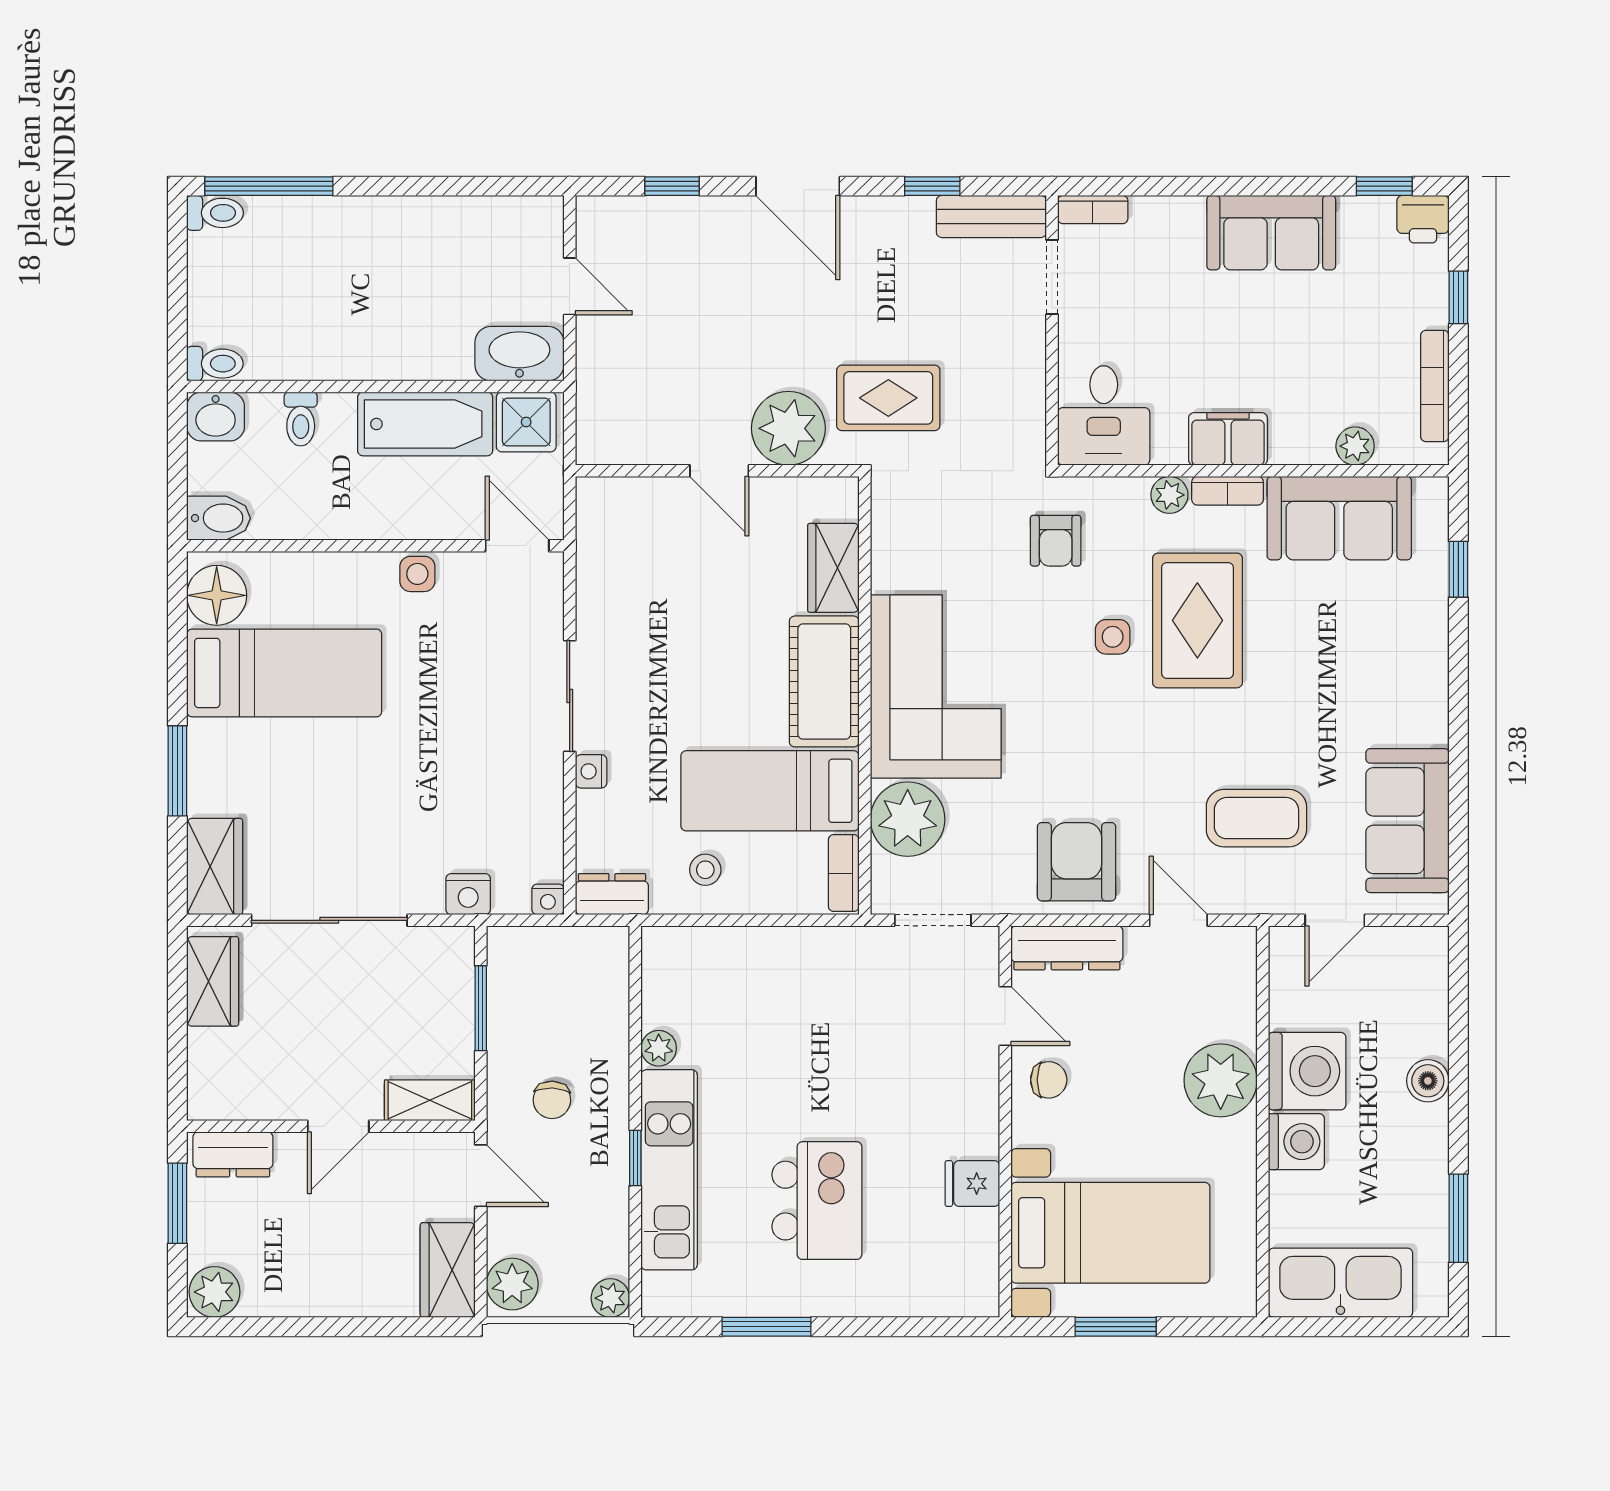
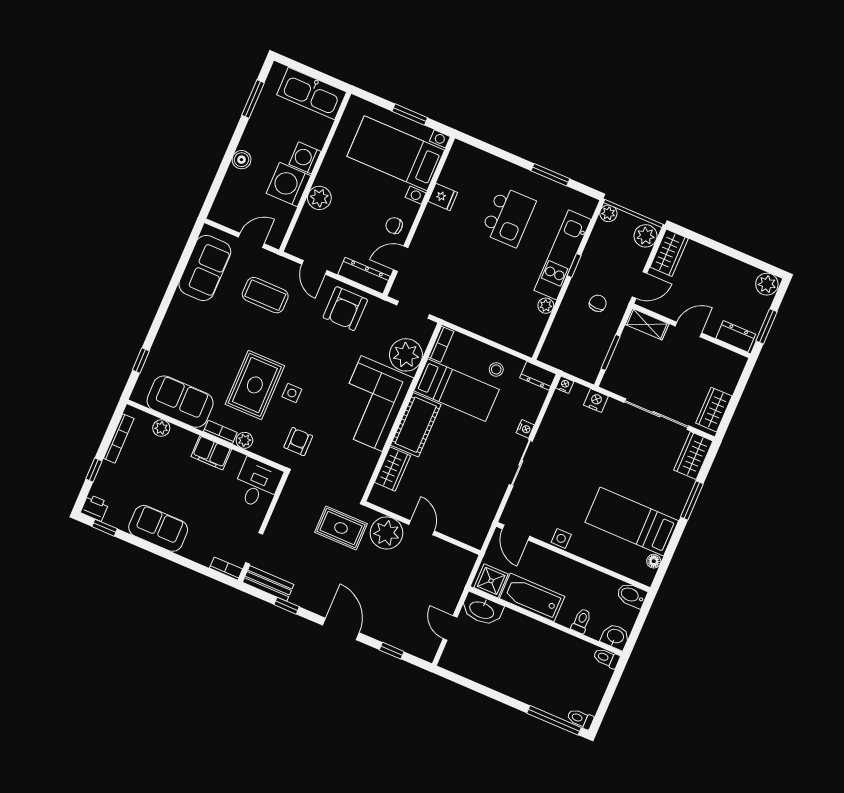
floor lamp: (217, 595) -> (654, 561), width x0.53, depth x0.53
door: (1005, 1016) -> (401, 259), hinge flipped
plant: (1221, 1080) -> (319, 198), width x0.73, depth x0.73
door: (481, 1176) -> (639, 285), swing flipped
kitchen island: (817, 1201) -> (508, 217), turned 180

